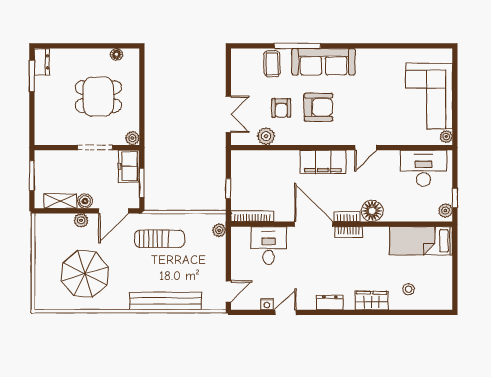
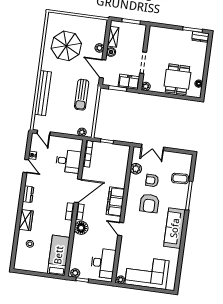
sofa: (324, 62) -> (175, 228), moved
dining table: (98, 97) -> (177, 79), moved

